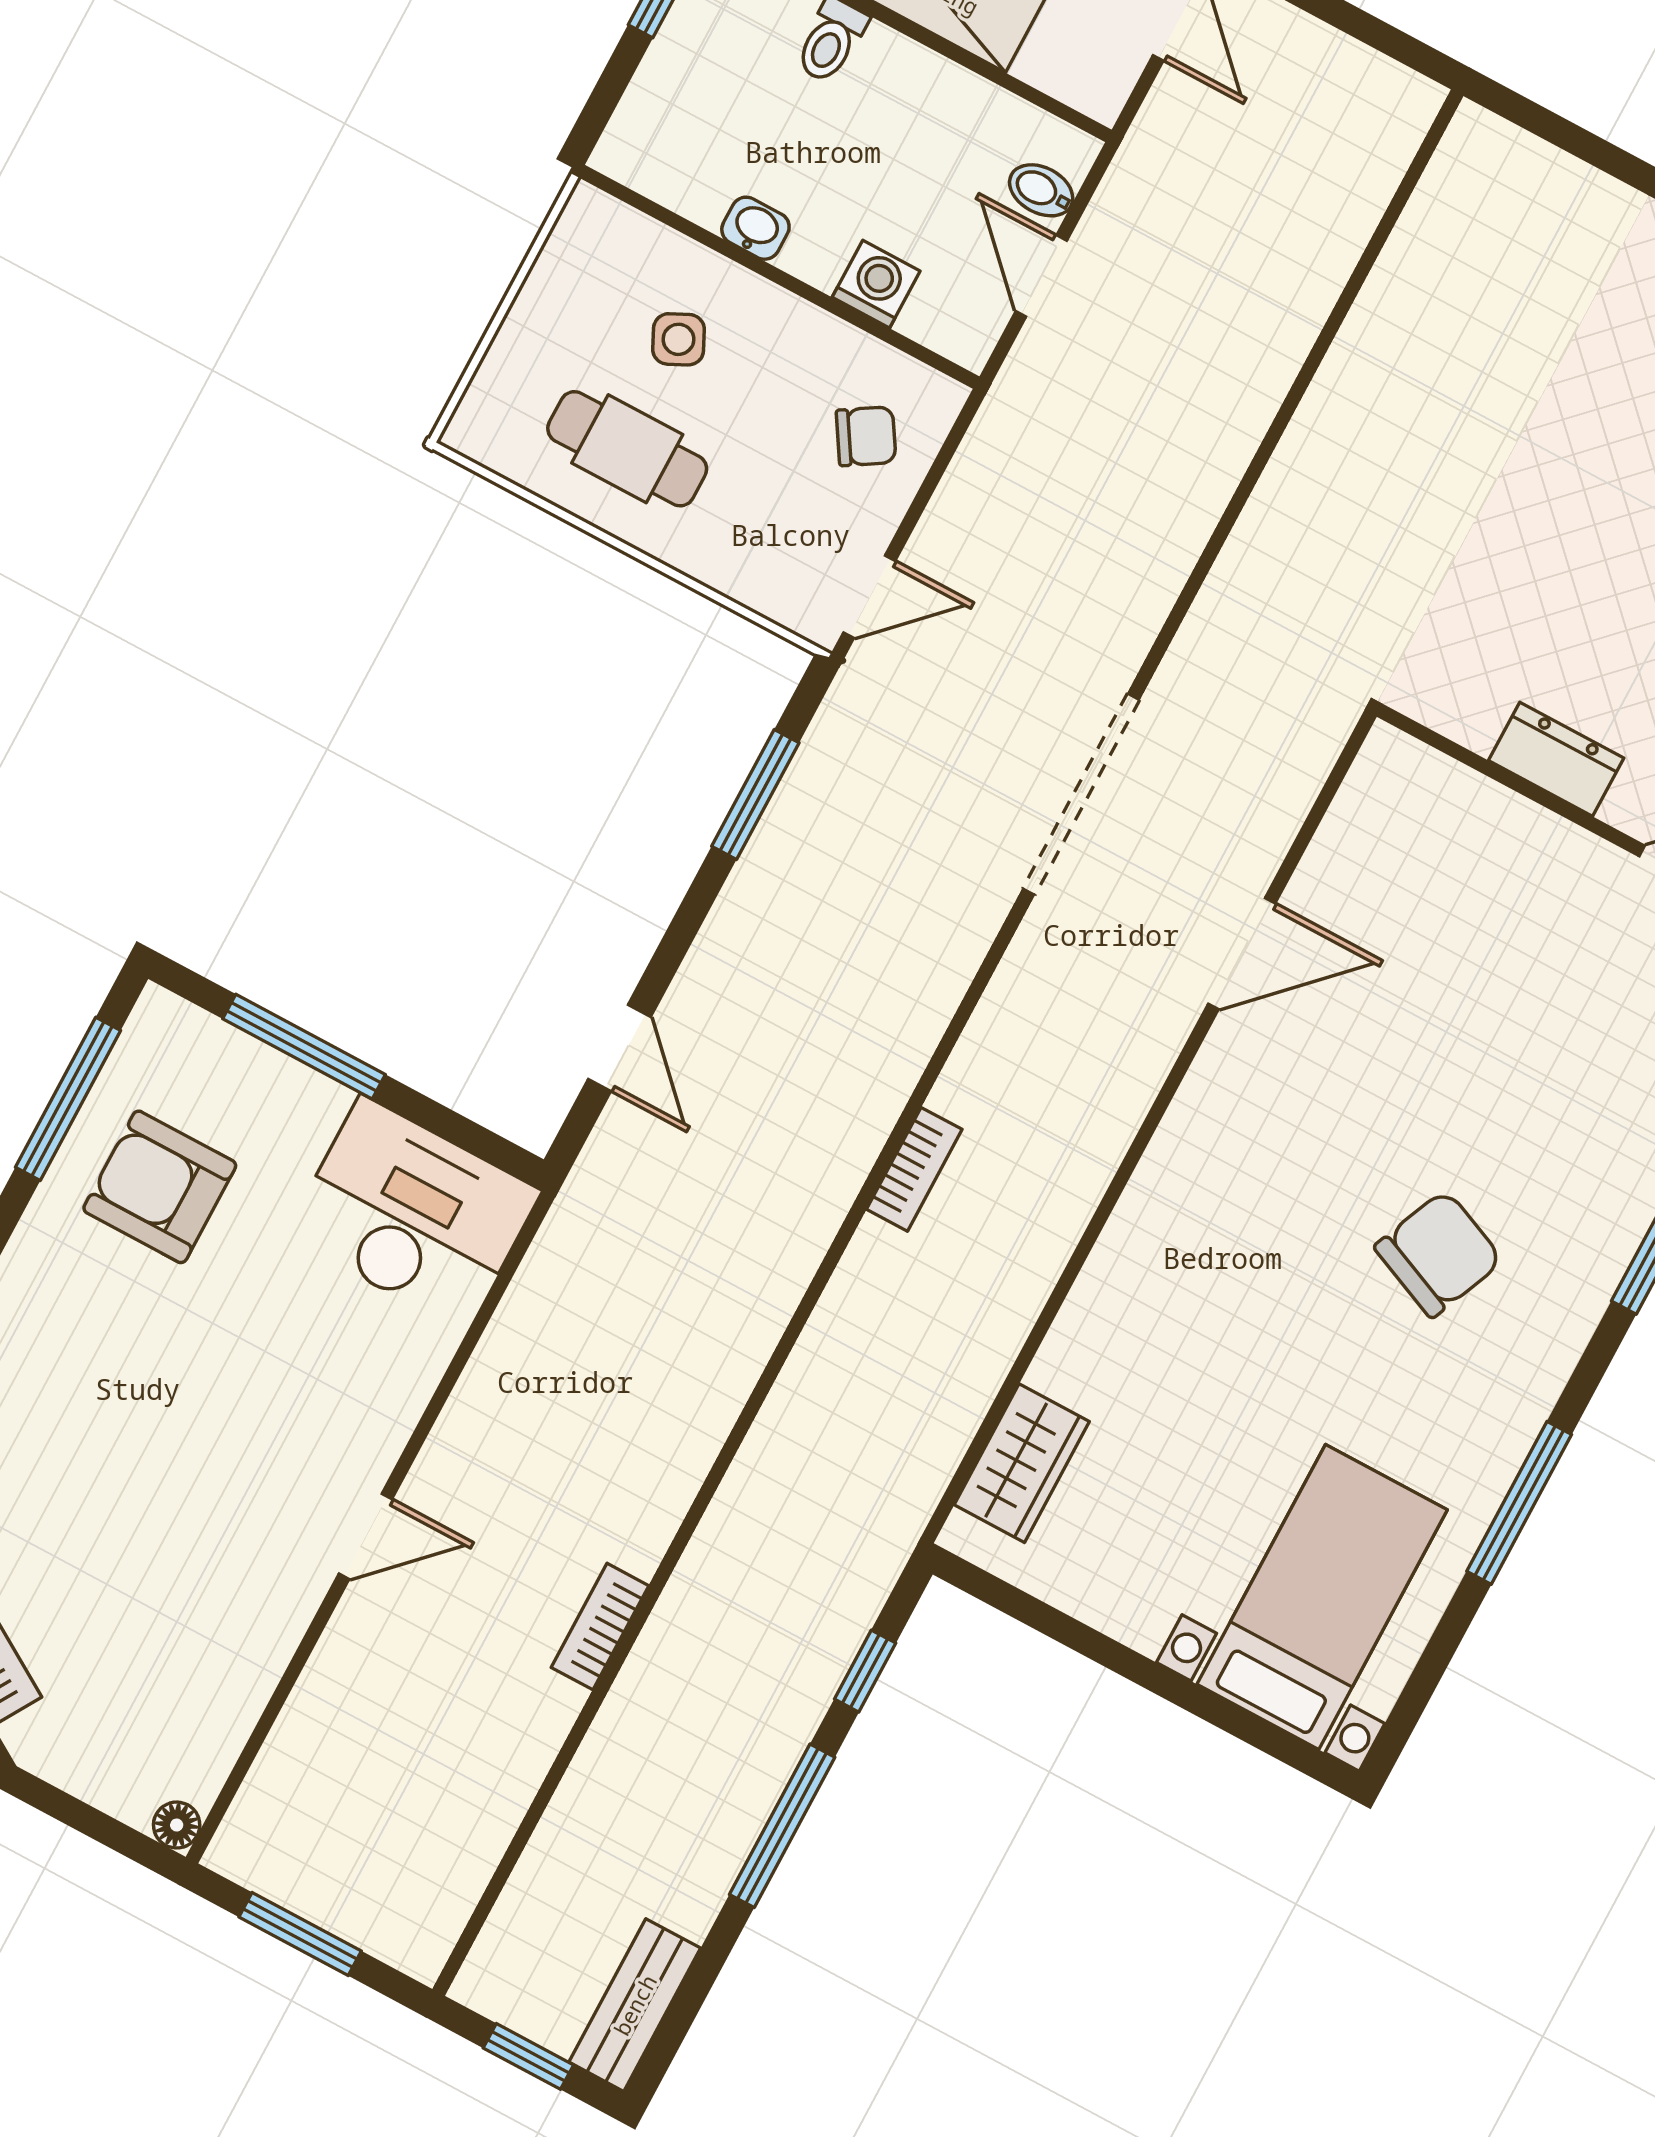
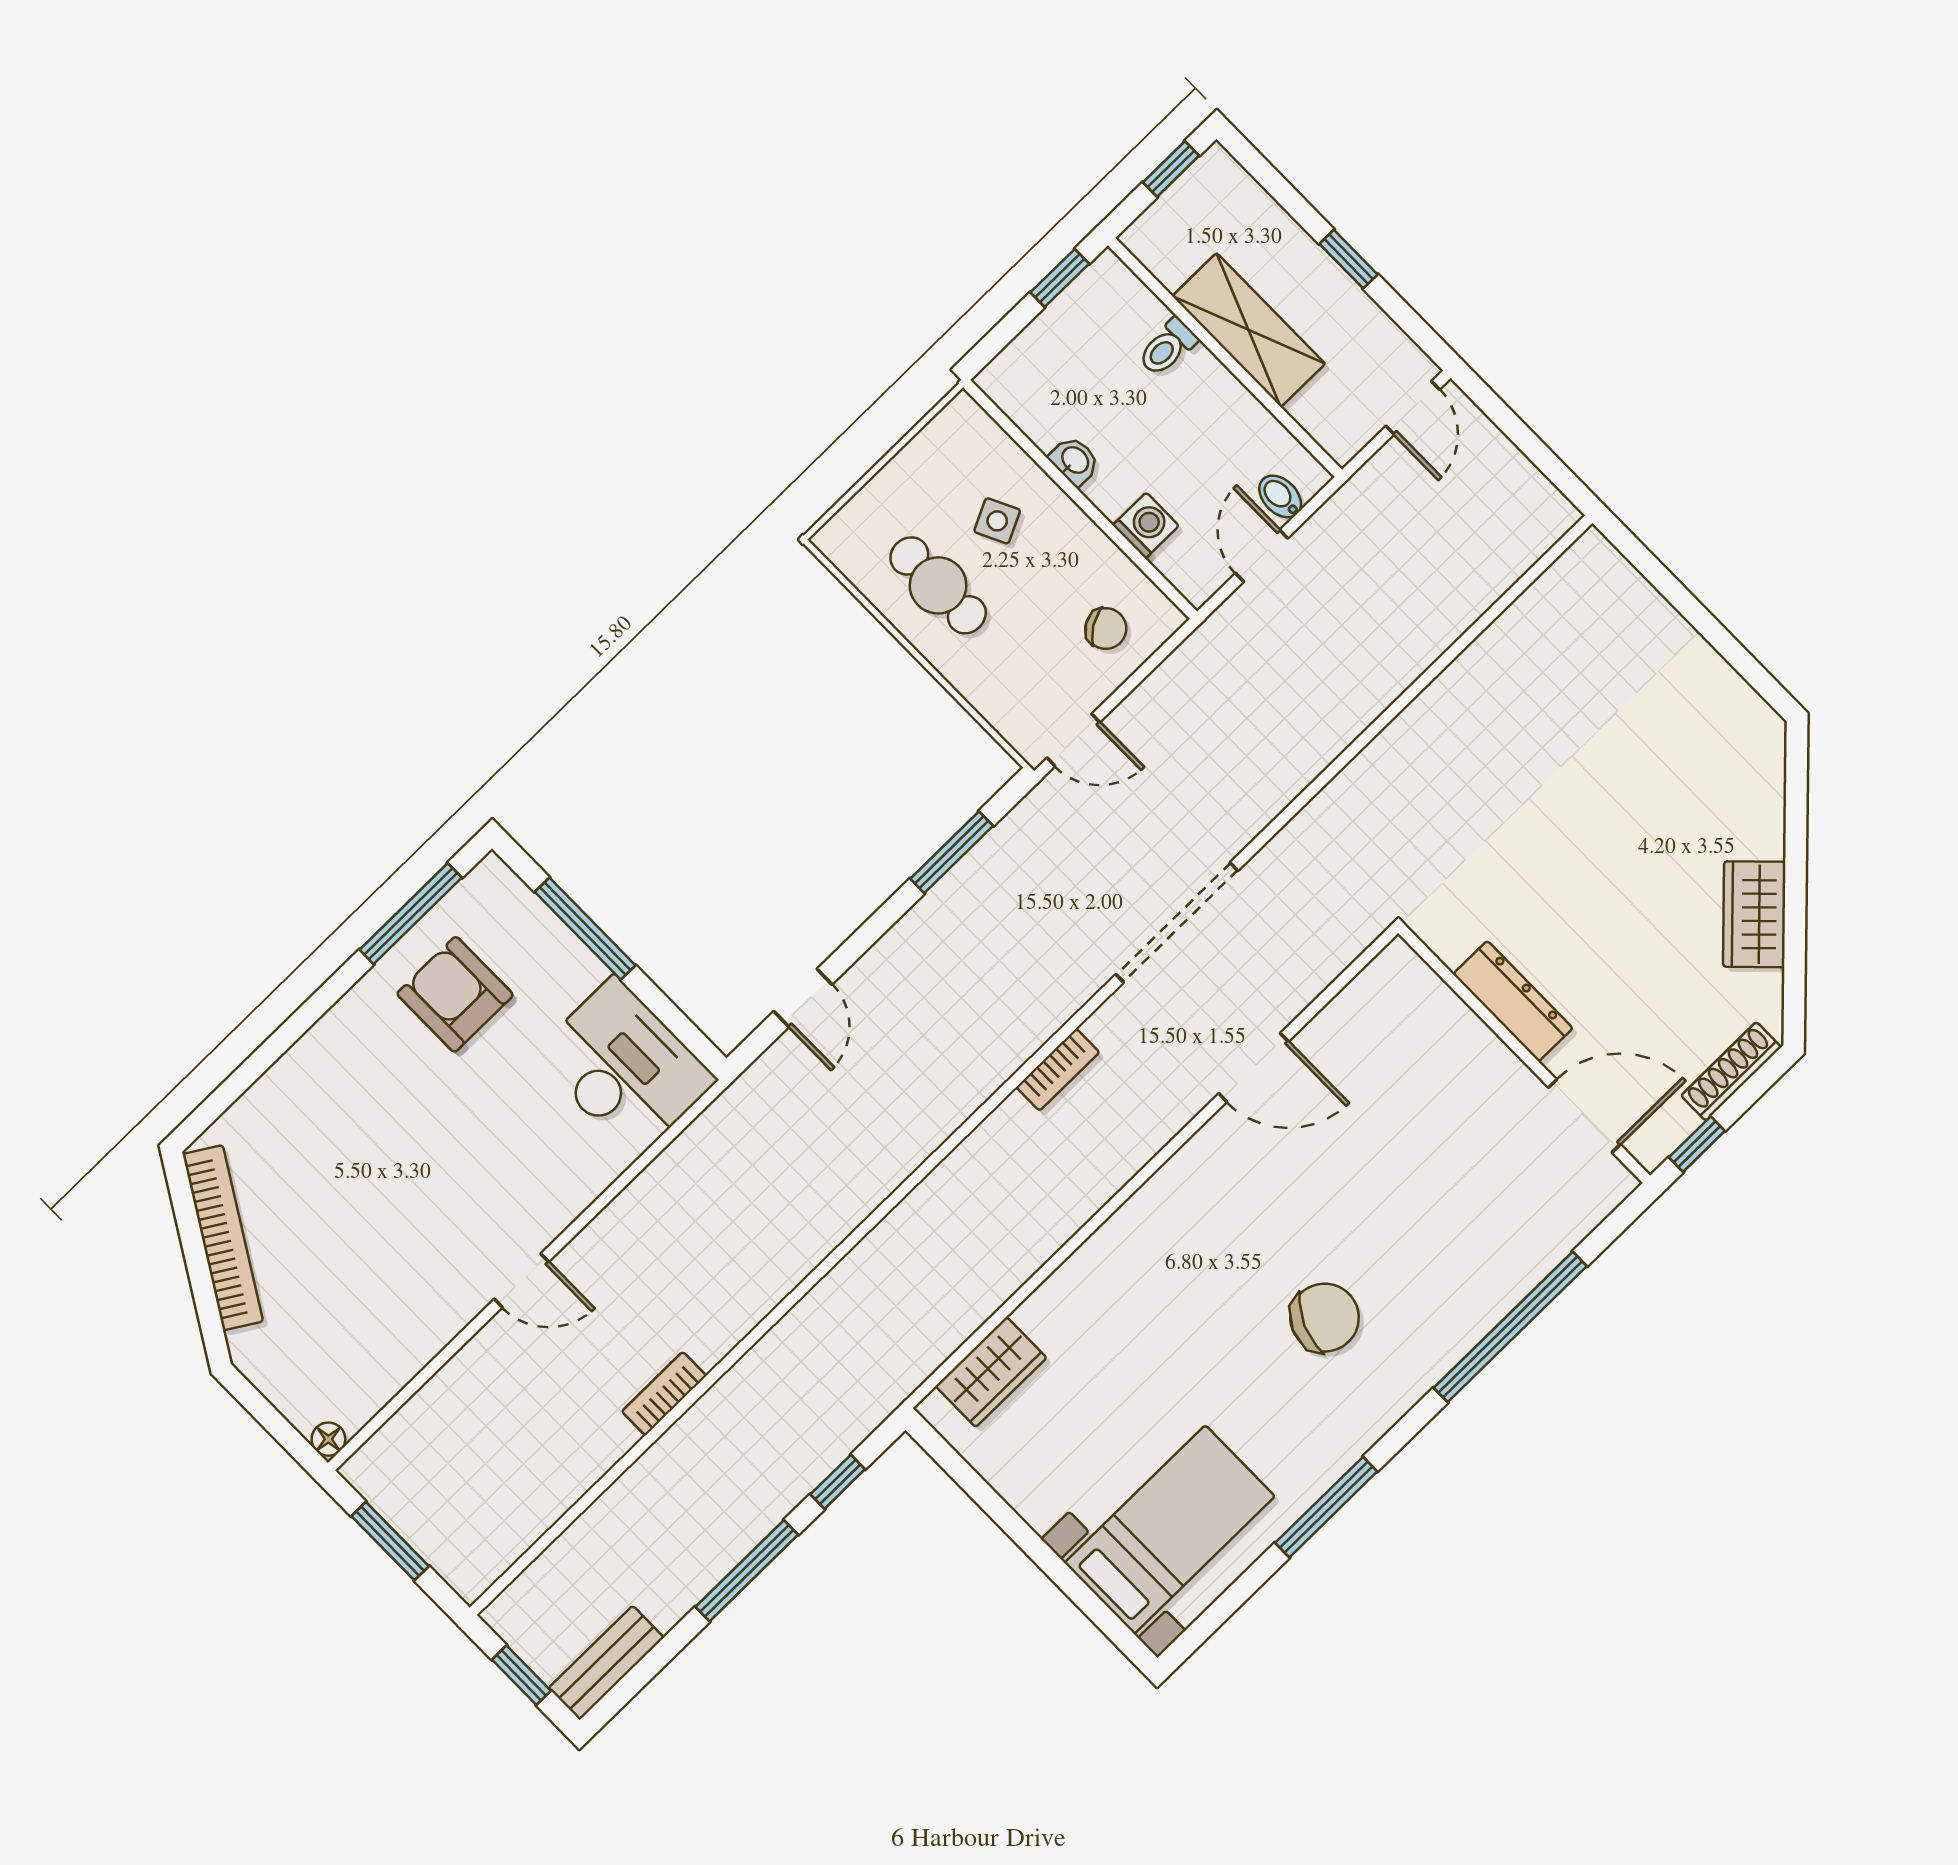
dresser: (1556, 759) -> (1513, 1001), width x1.44
bookcase: (914, 1169) -> (1058, 1070), moved

